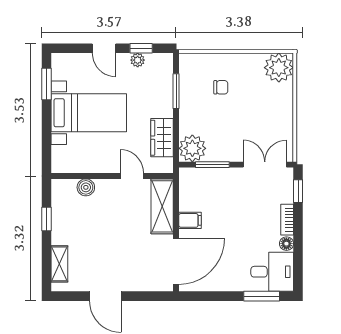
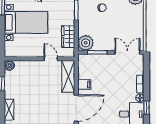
boiler: (86, 187) -> (9, 65), moved
window: (298, 191) -> (147, 108), moved

